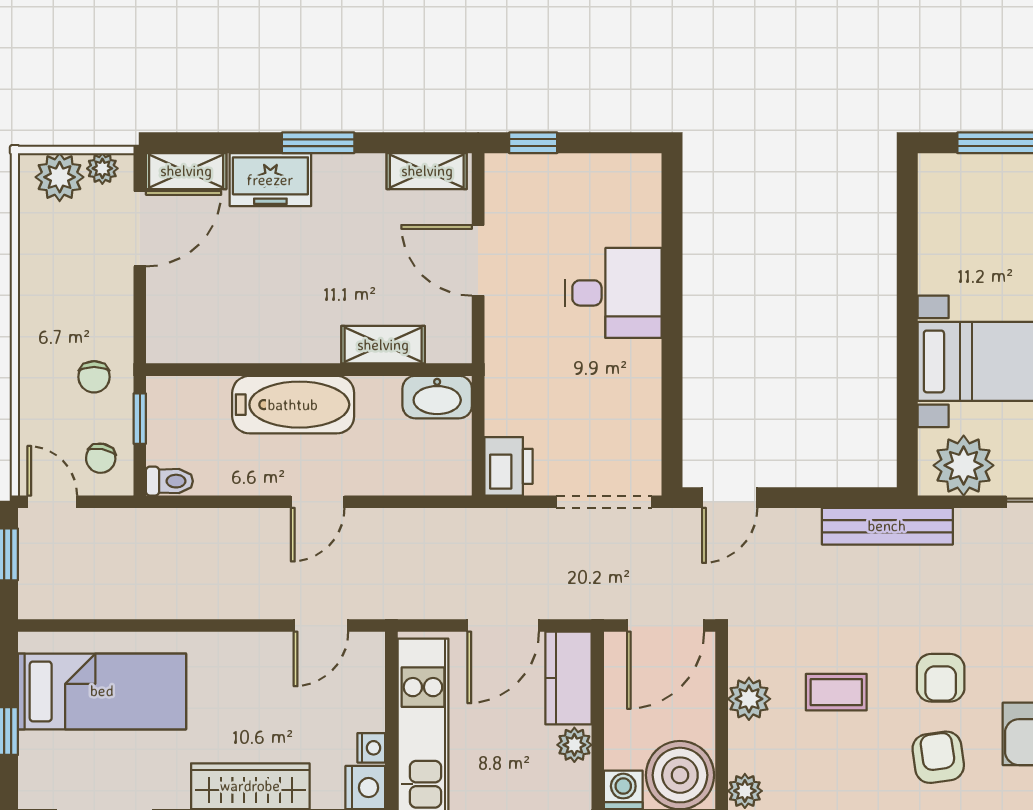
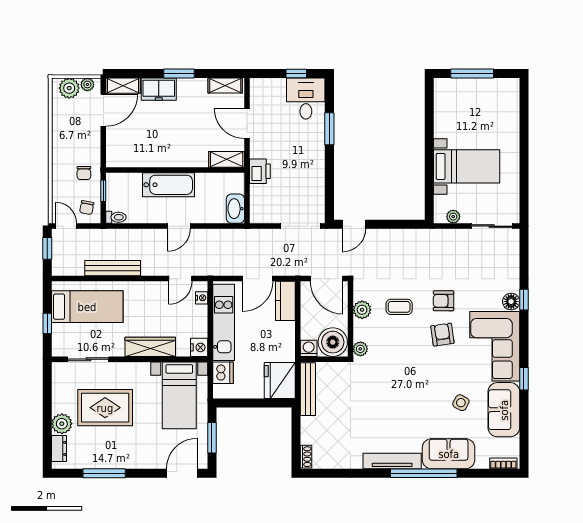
window: (533, 143) -> (296, 74), moved
window: (672, 273) -> (329, 129), added
desk: (613, 293) -> (306, 99), moved, turned -90
shelving: (383, 345) -> (227, 159), moved
washbasin: (437, 397) -> (235, 209), moved, turned 90
plant: (964, 465) -> (453, 217), width x0.53, depth x0.53
printer: (508, 466) -> (260, 171), moved
bench: (887, 526) -> (113, 268), moved
door: (666, 626) -> (327, 279), hinge flipped
armchair: (941, 678) -> (443, 301), turned 90
plant: (574, 745) -> (288, 329), removed
nightstand: (371, 748) -> (202, 298), moved

